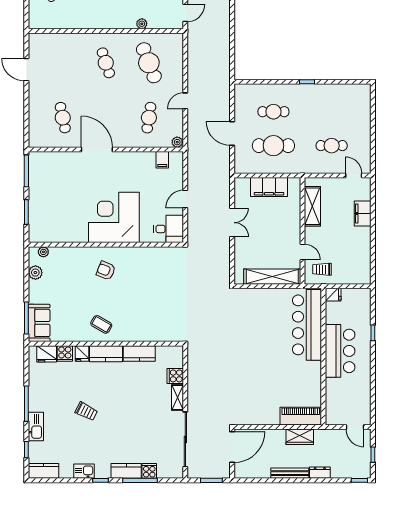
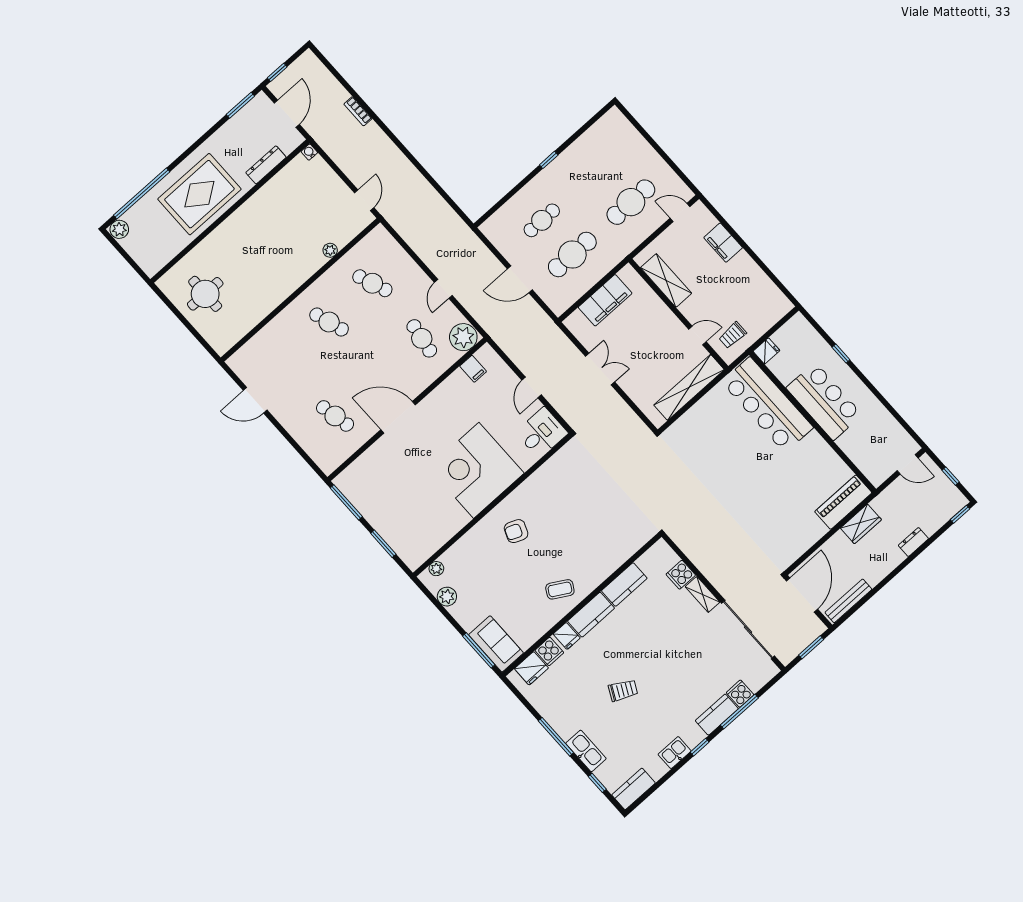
cafe table: (149, 63) -> (372, 283), width x0.73, depth x0.74
plant: (177, 142) -> (463, 337), width x1.87, depth x1.87
cafe table: (332, 146) -> (631, 202), width x1.37, depth x1.35
bench: (290, 473) -> (848, 601), moved

